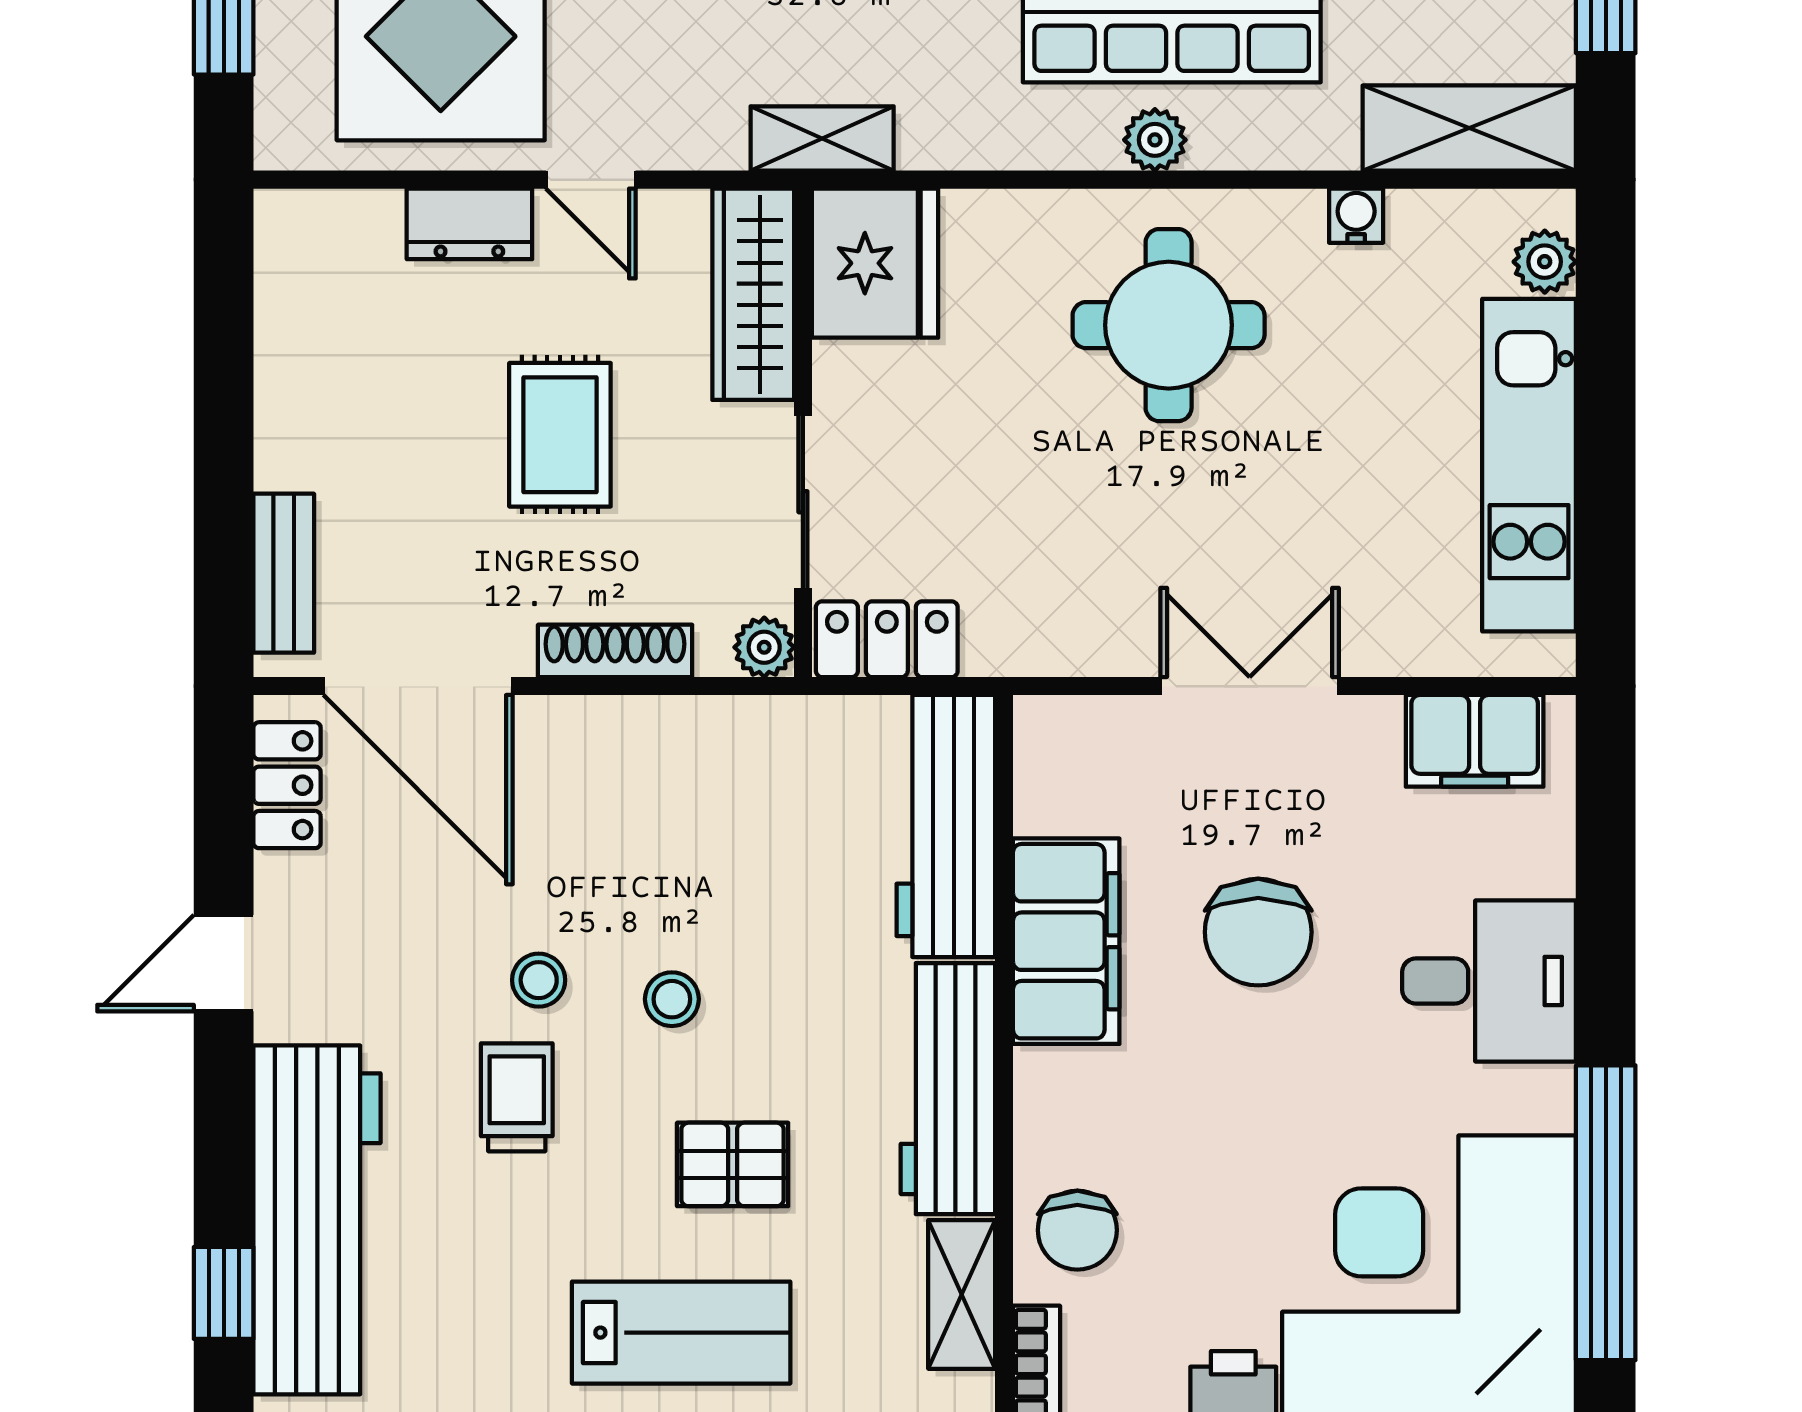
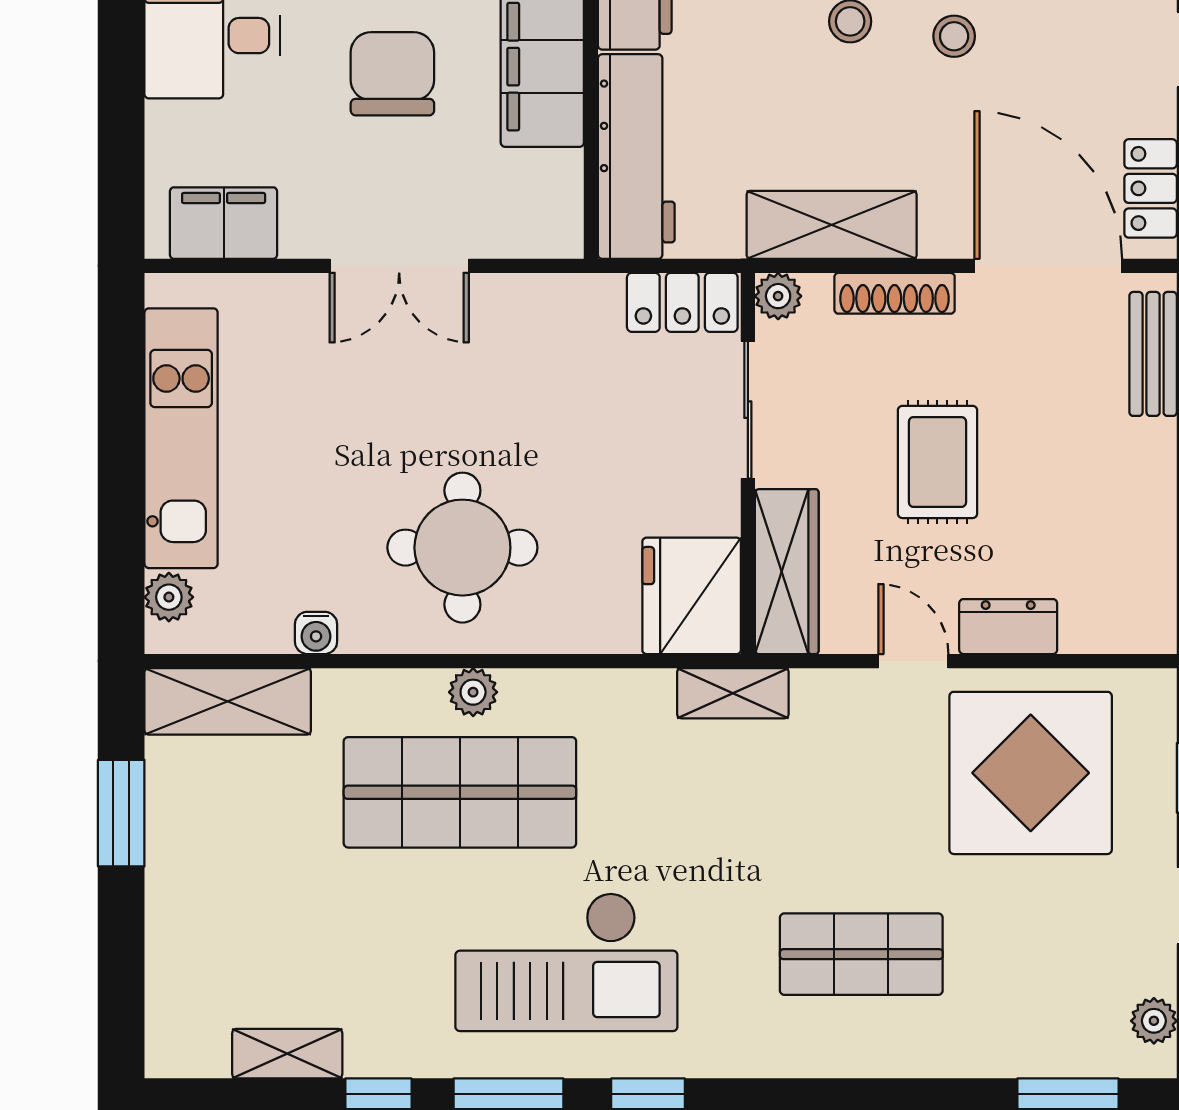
shelving: (696, 739) -> (832, 225), added

